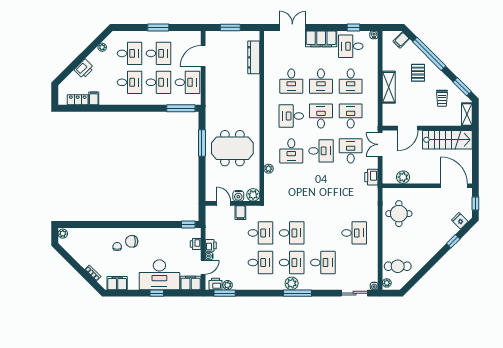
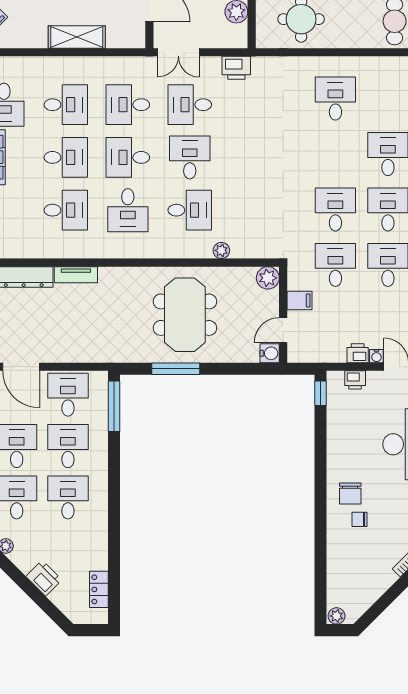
tv unit: (255, 87) -> (76, 275), added
filing cabinet: (94, 98) -> (97, 561), removed
water cooler: (238, 196) -> (270, 353), moved

